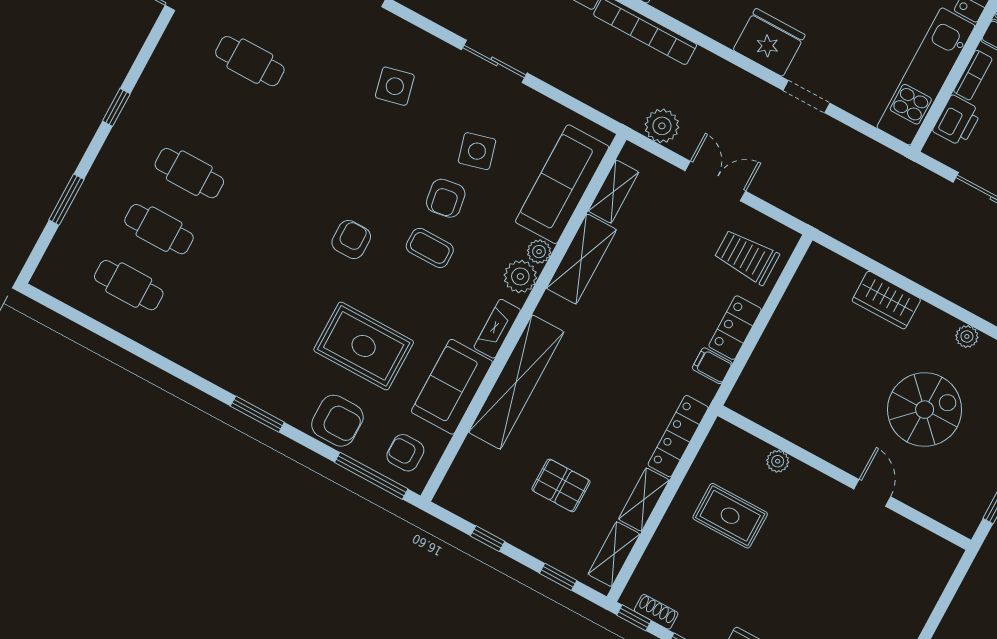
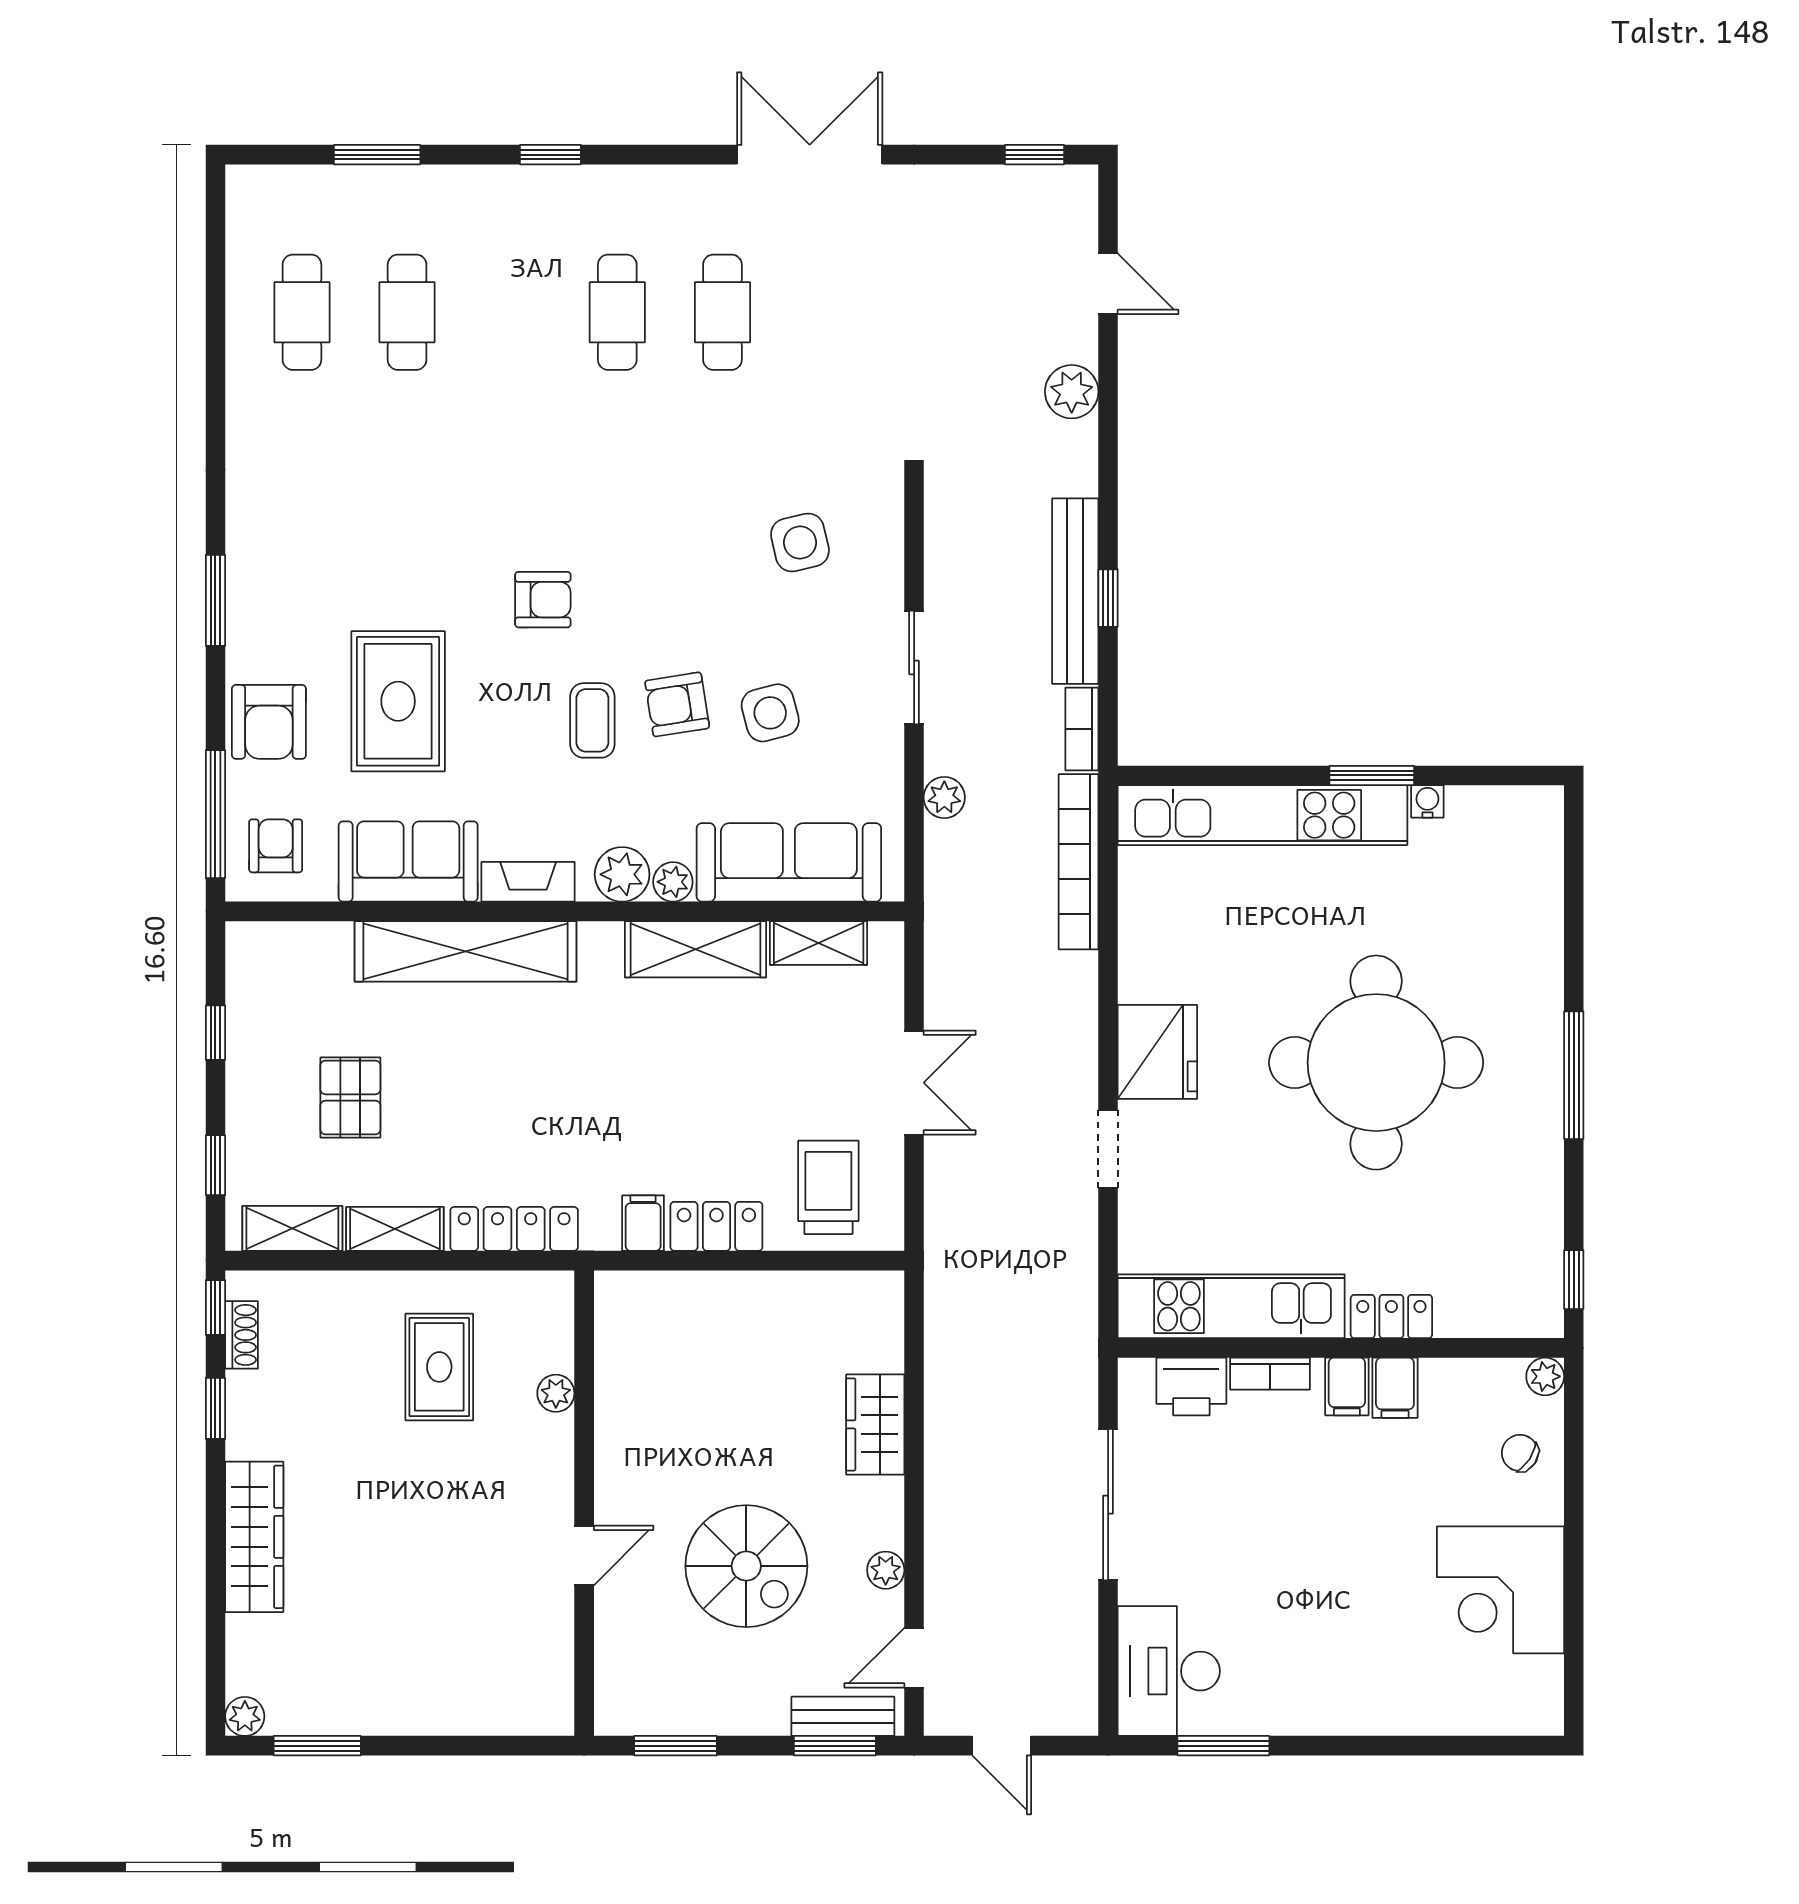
plant: (662, 126) -> (944, 797), moved, width x0.73, depth x0.73
cafe table: (189, 173) -> (617, 312), moved

